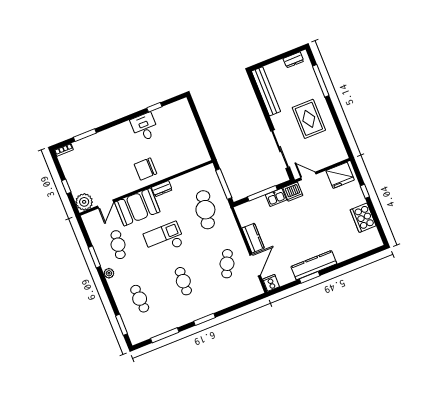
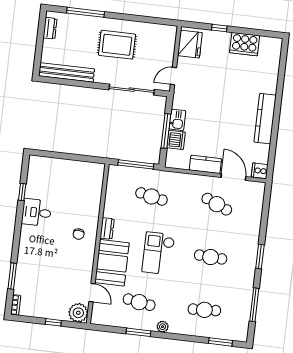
chair: (145, 169) -> (79, 234), width x0.54, depth x0.54
dishwasher: (293, 192) -> (176, 140), moved
cafe table: (205, 210) -> (151, 196), width x0.73, depth x0.74
window: (310, 277) -> (275, 129), removed

